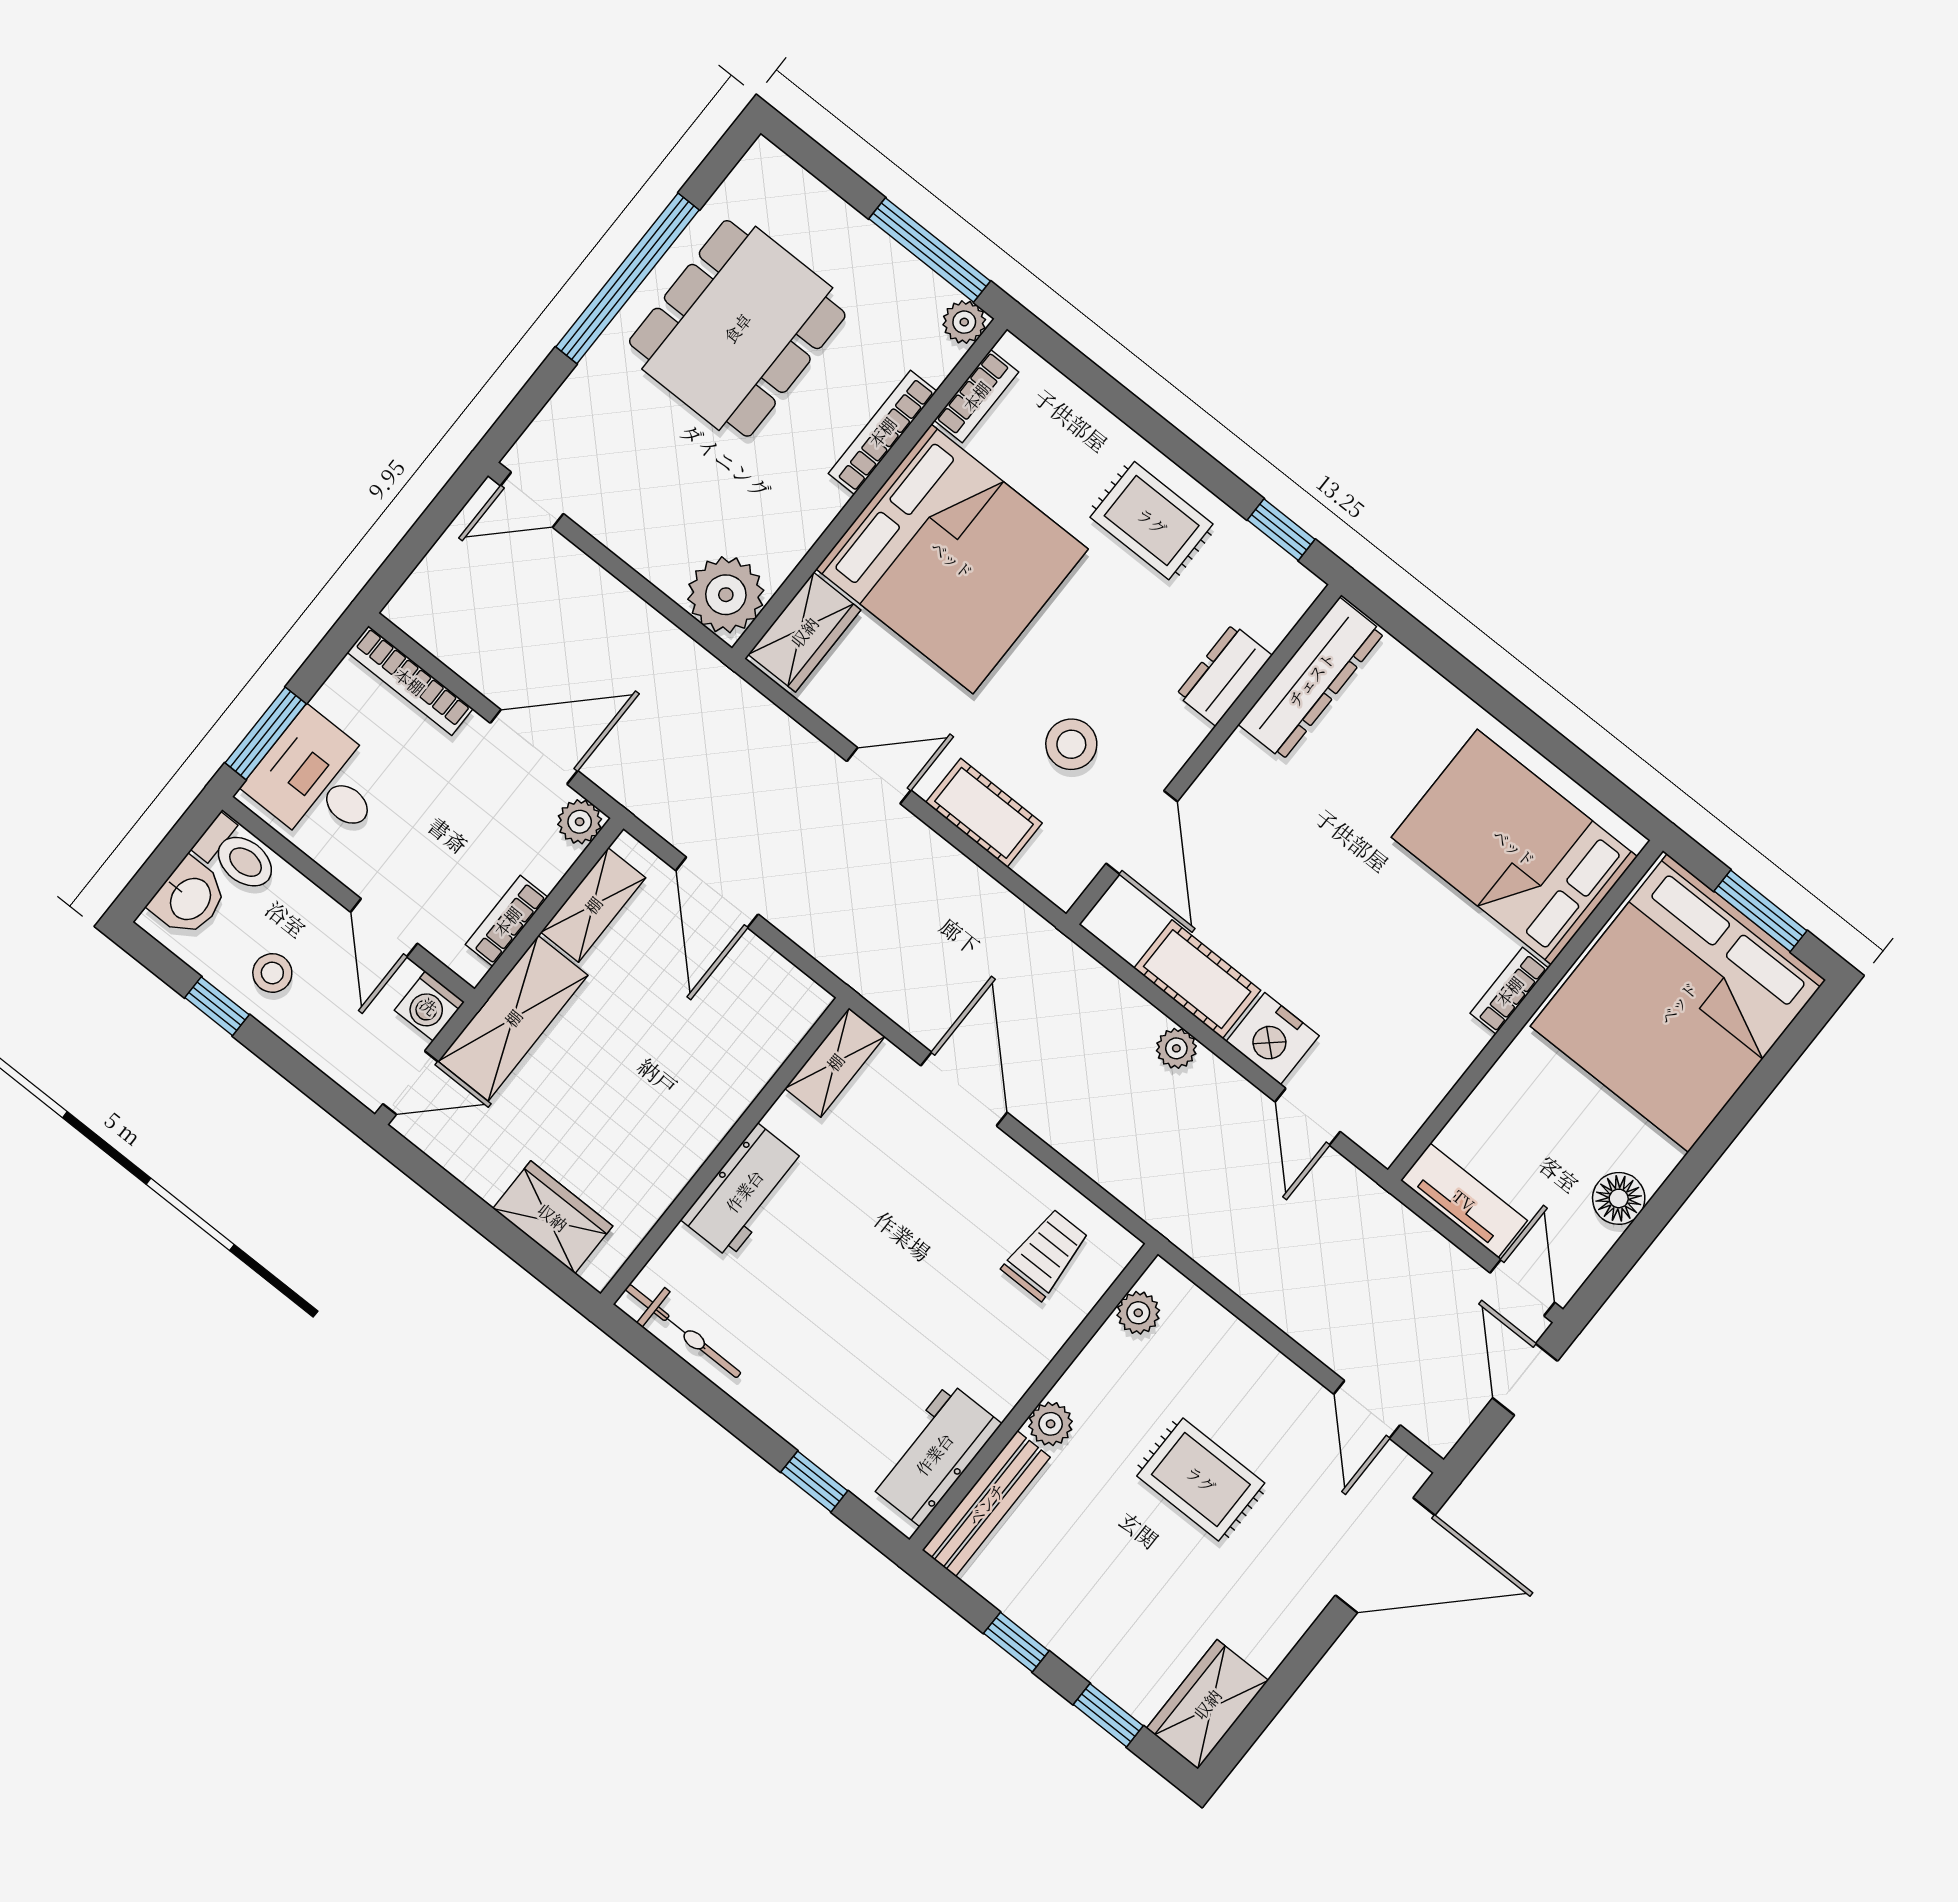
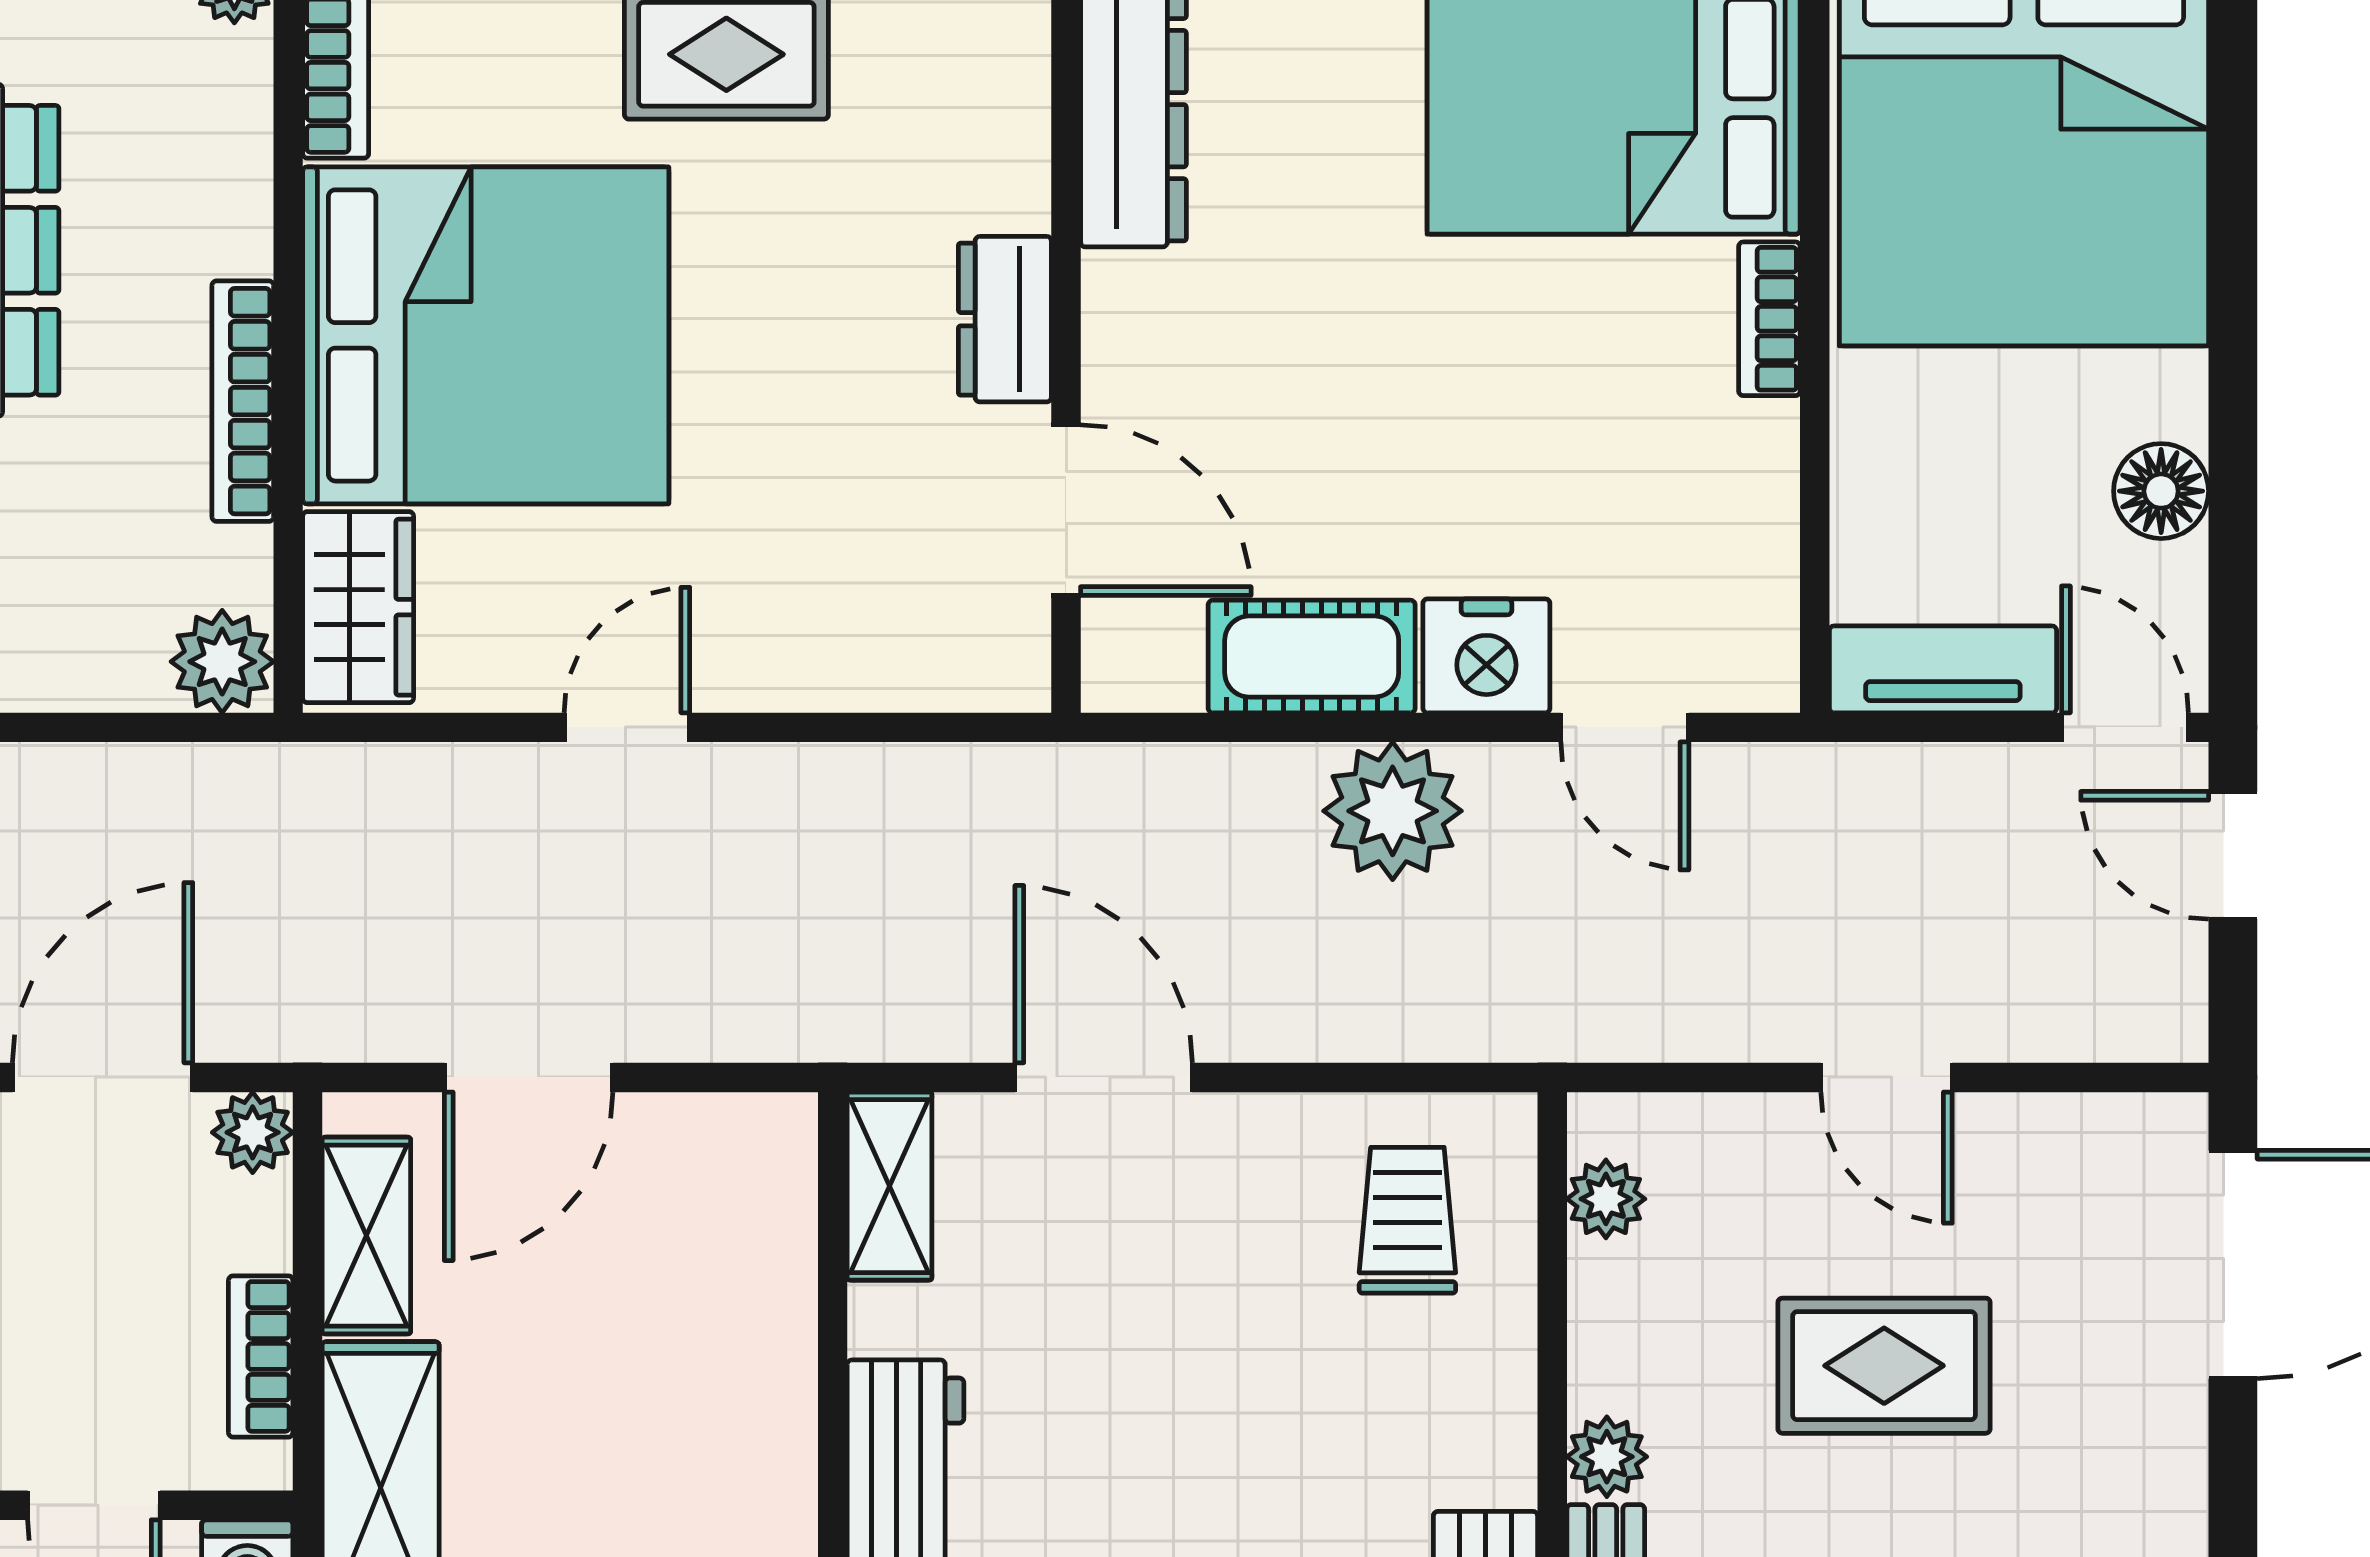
bookcase: (882, 432) -> (243, 401), moved
plant: (726, 595) -> (222, 662), width x0.73, depth x0.73
dresser: (1224, 675) -> (1005, 319), moved
stool: (1071, 744) -> (866, 464), removed
cot: (984, 813) -> (819, 661), removed
door: (717, 892) -> (529, 1077), hinge flipped
plant: (1176, 1048) -> (1393, 811), width x1.88, depth x1.88
door: (1367, 1410) -> (1887, 1077), moved

